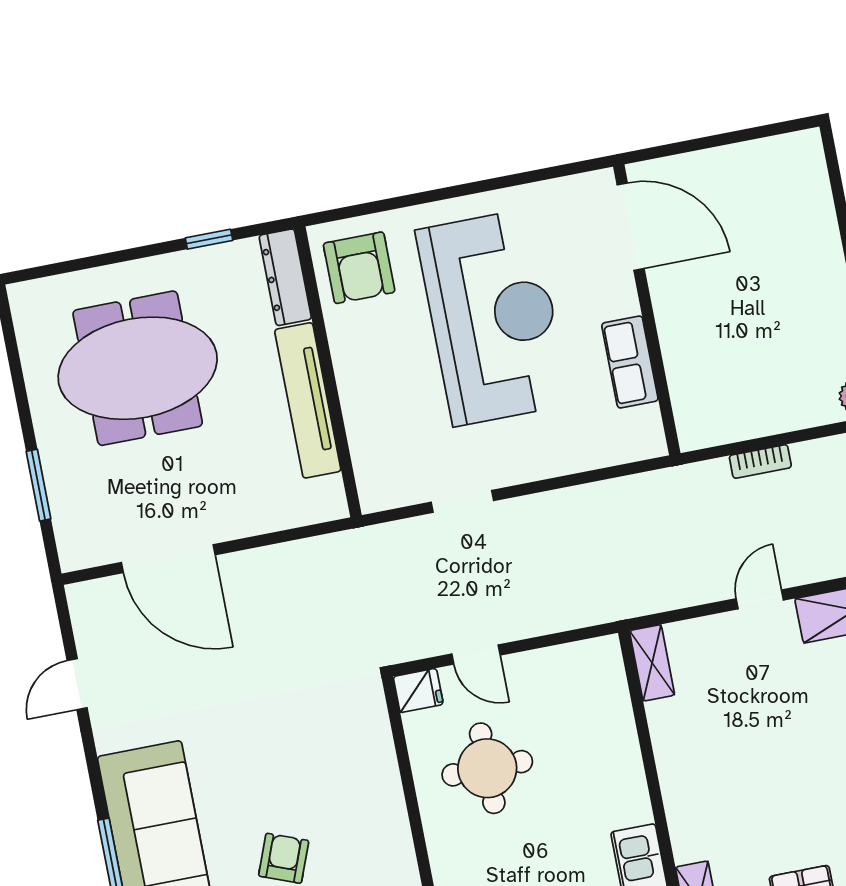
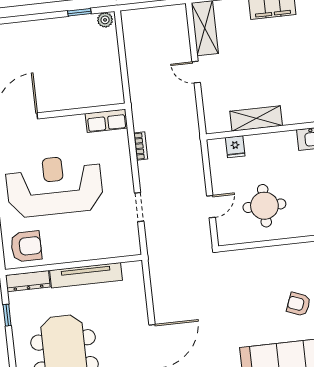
row of seats: (630, 362) -> (106, 121), moved
bookcase: (760, 461) -> (141, 146), moved
shelving: (652, 663) -> (256, 118), moved, width x1.50, depth x1.33
fridge: (418, 690) -> (235, 147), moved, turned 180

